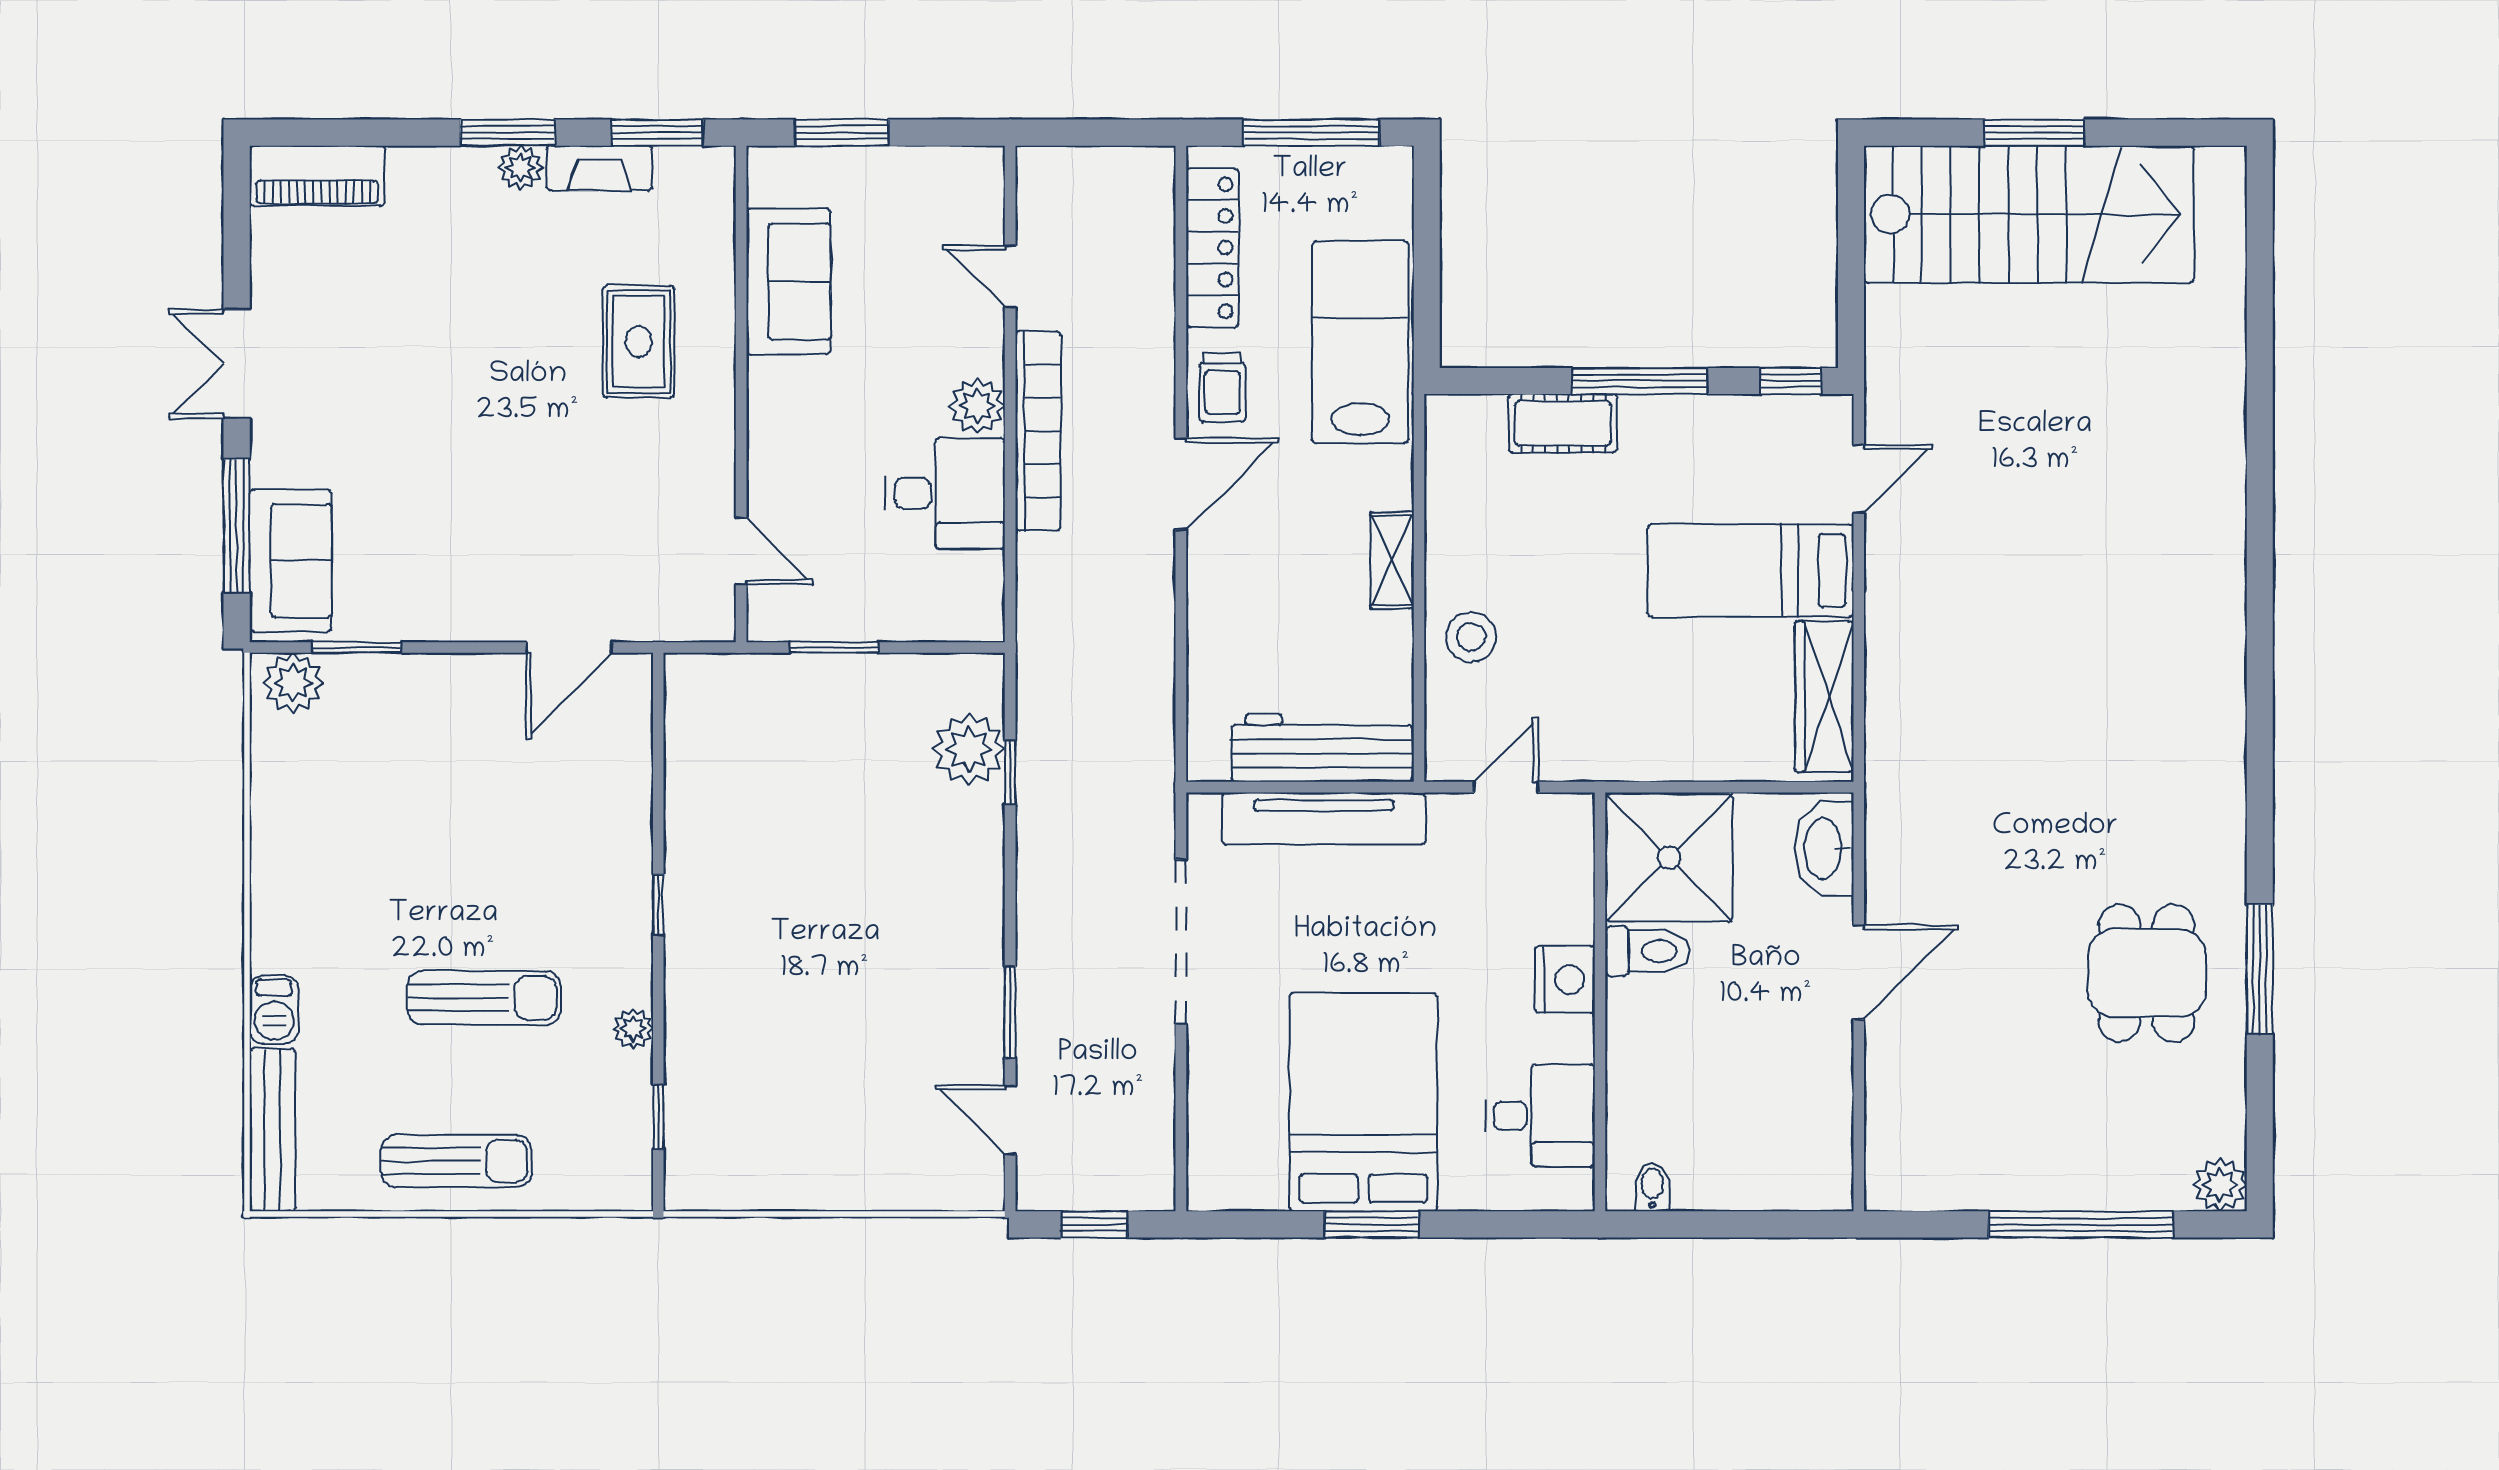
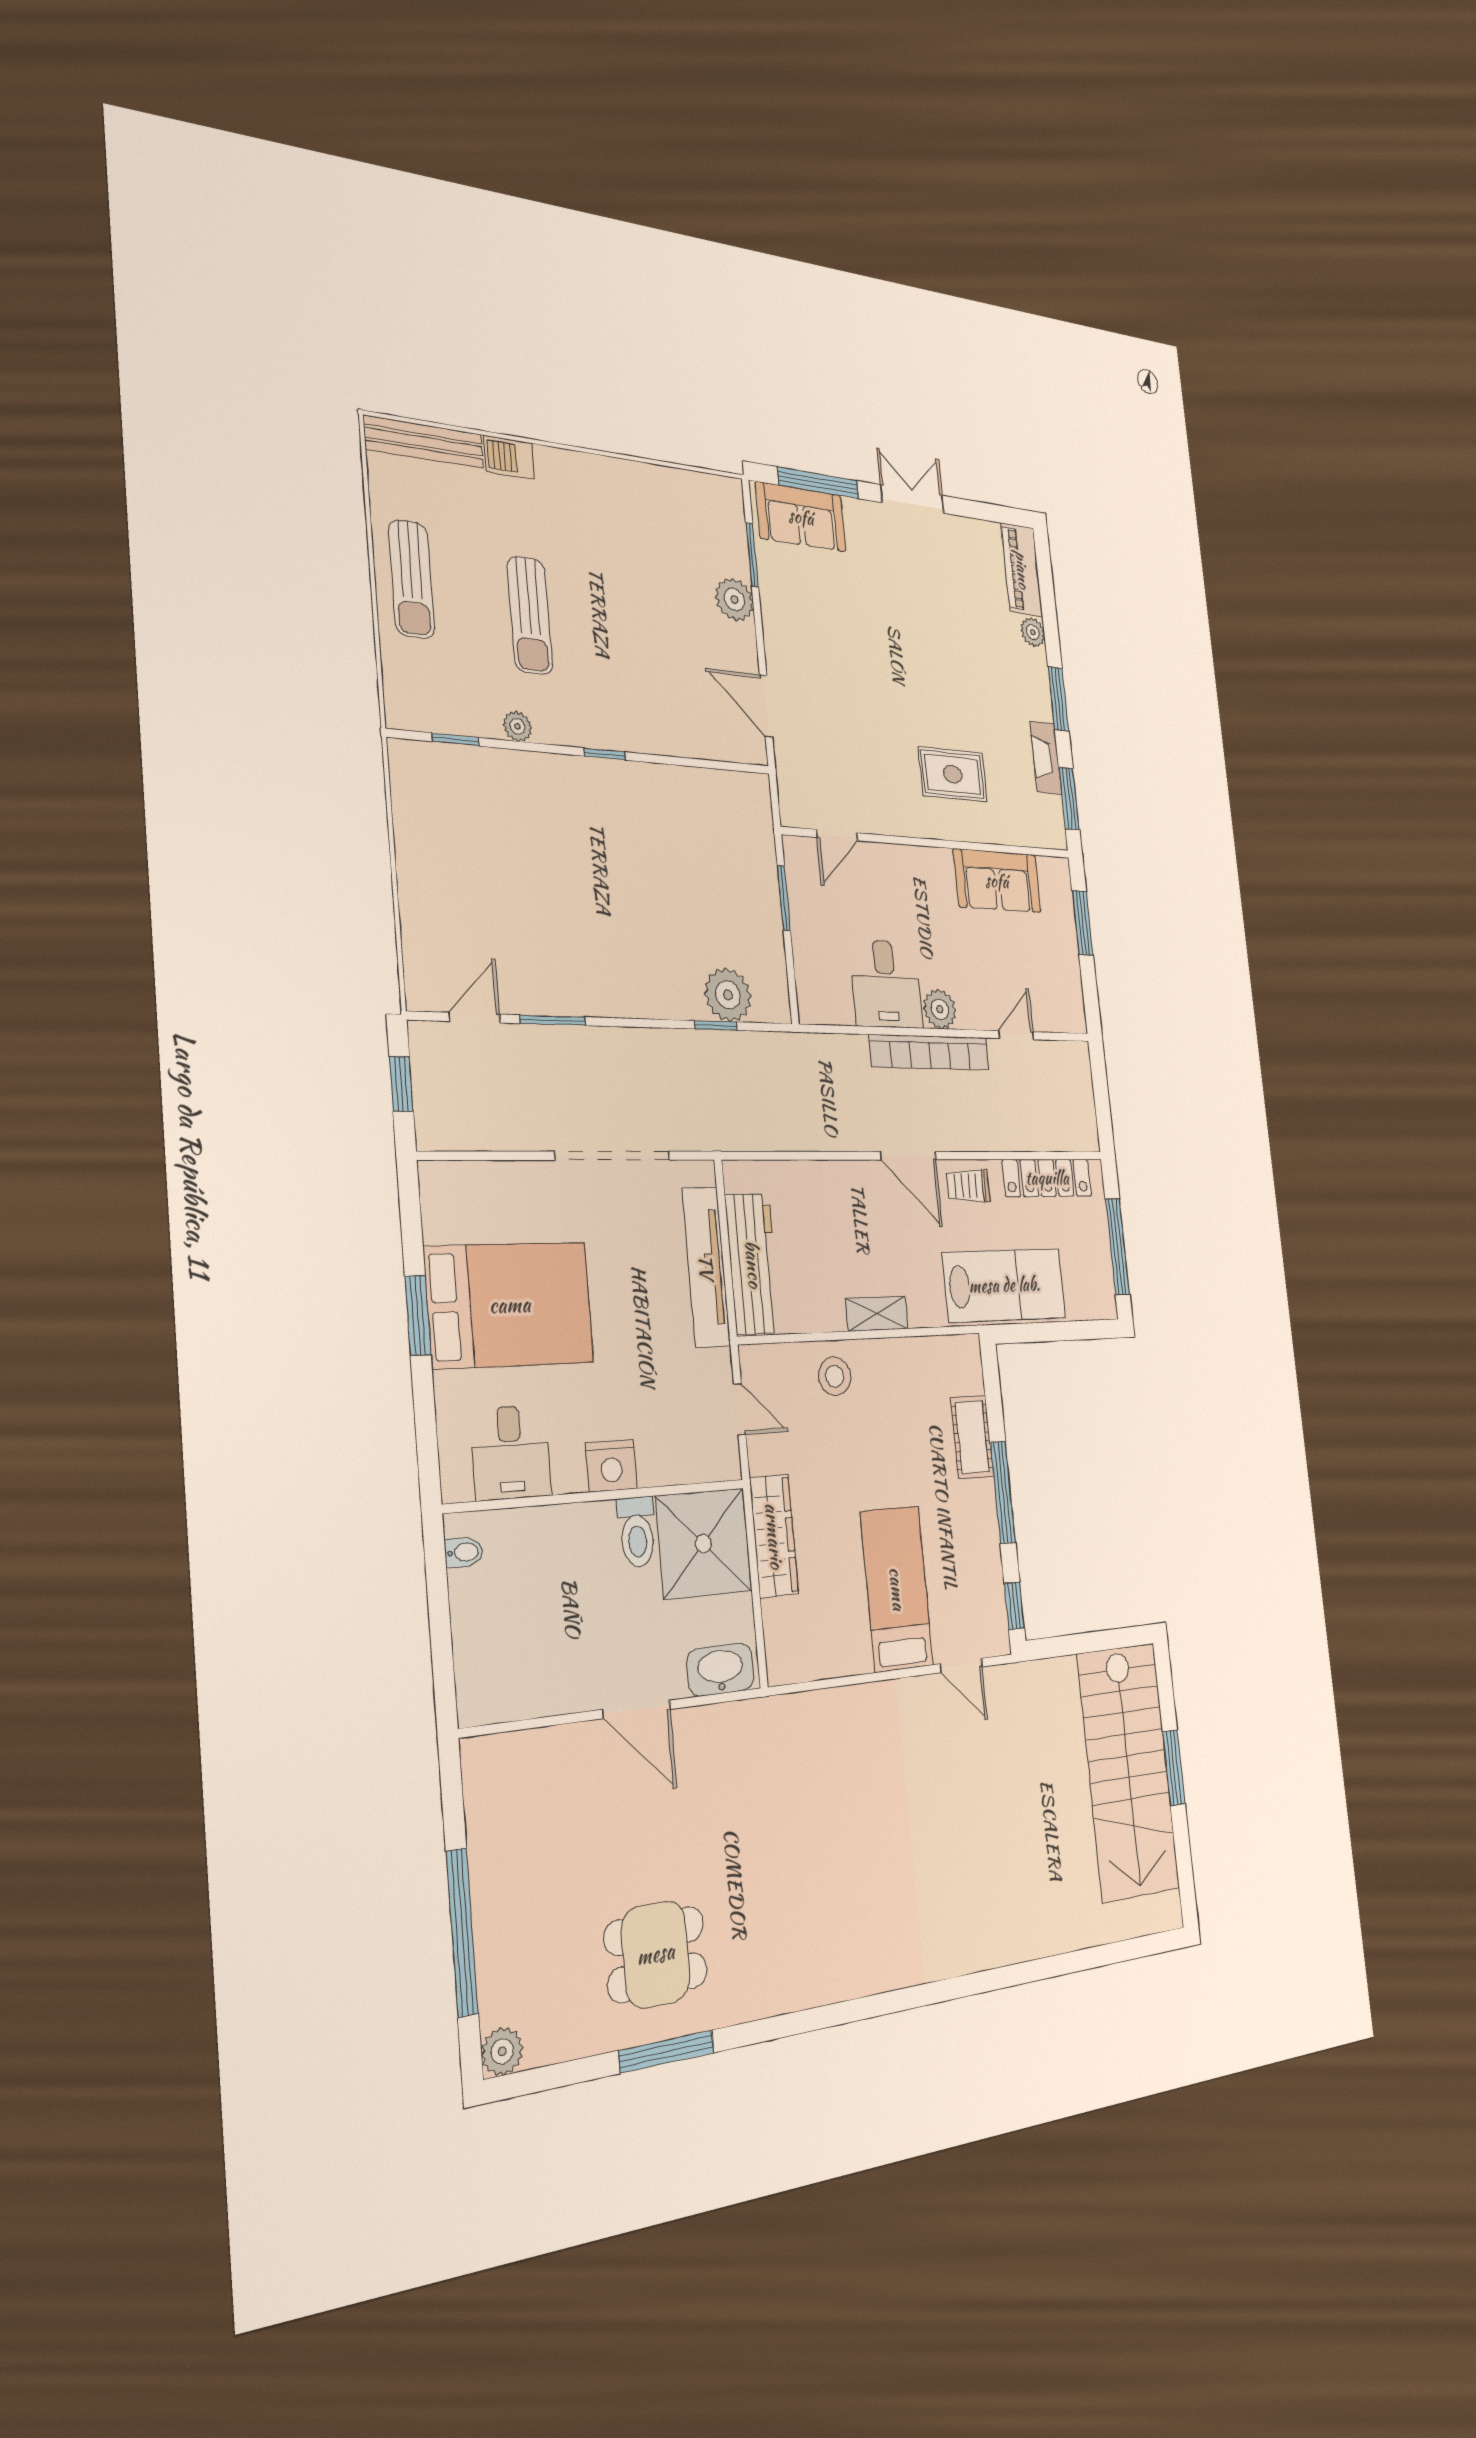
plant: (521, 168) -> (1033, 632), moved
plant: (293, 683) -> (734, 599), moved
wardrobe: (1824, 697) -> (774, 1536), moved, turned 90

